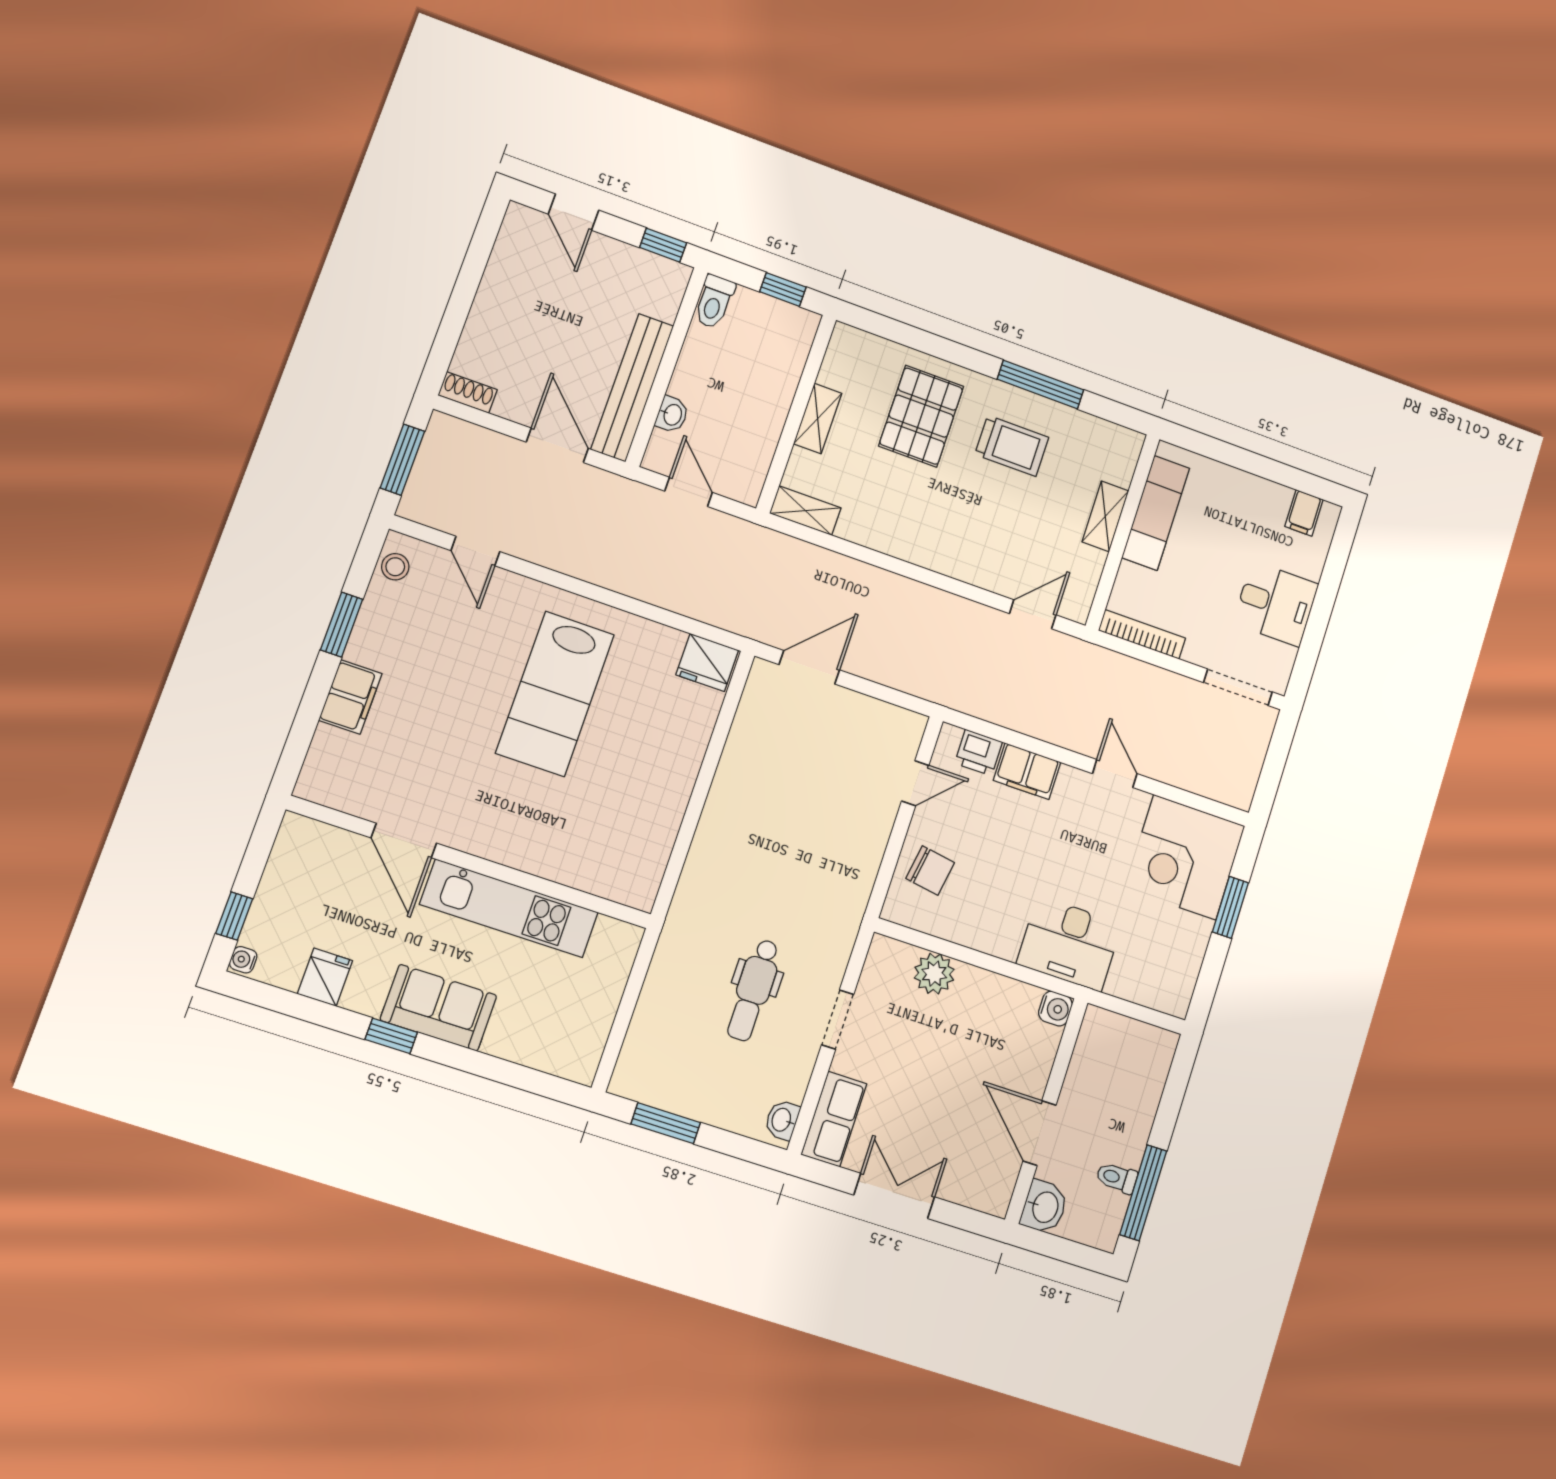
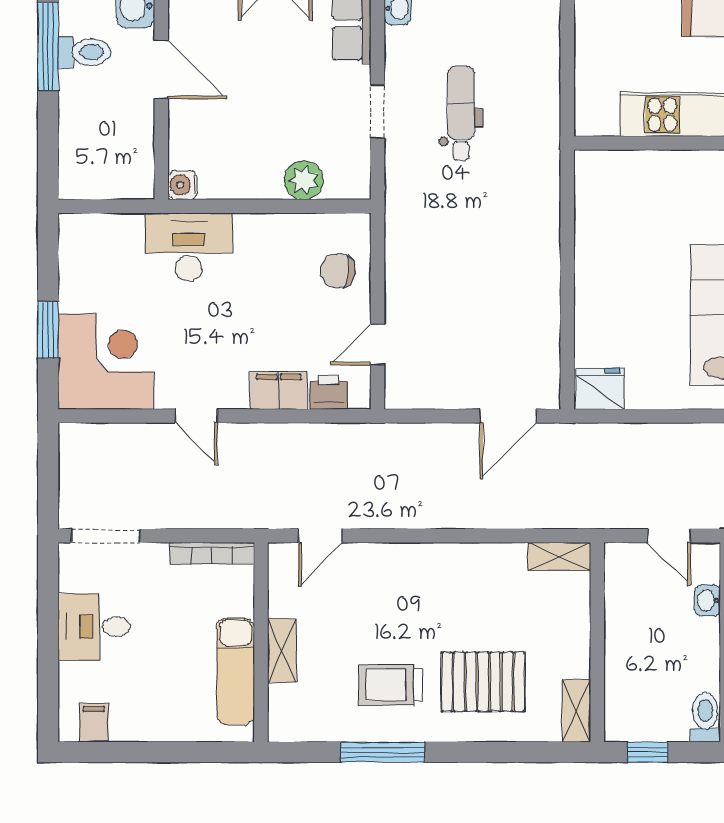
pallet: (921, 416) -> (483, 682), turned 90
shelving: (818, 419) -> (576, 711), moved
toilet: (1117, 1178) -> (84, 52), width x1.37, depth x1.39

